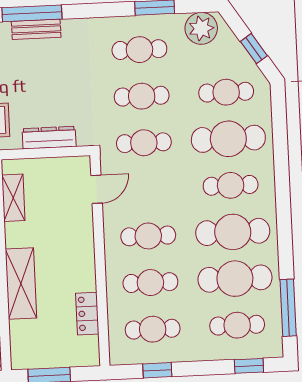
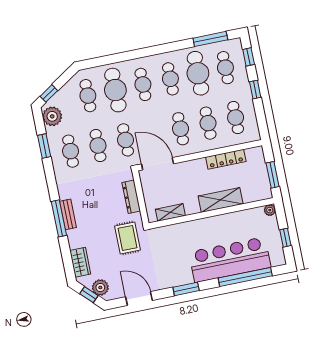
window: (254, 49) -> (49, 93), moved
door: (97, 189) -> (158, 164), width x1.87
cafe table: (233, 232) -> (170, 79), width x0.73, depth x0.74
locker: (87, 314) -> (226, 159), width x1.53
window: (157, 370) -> (255, 90), moved

